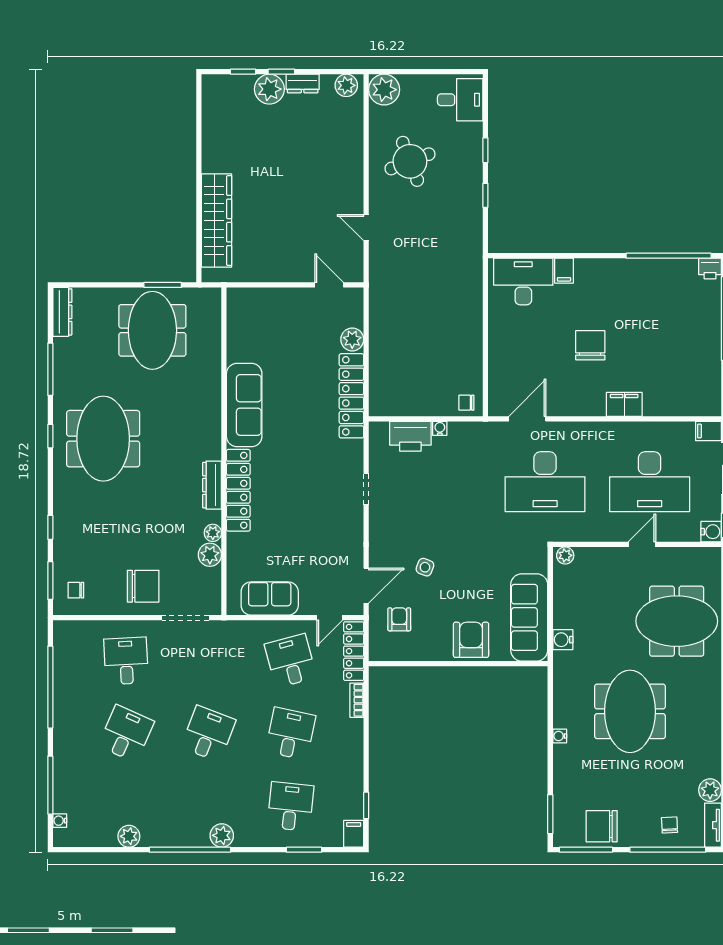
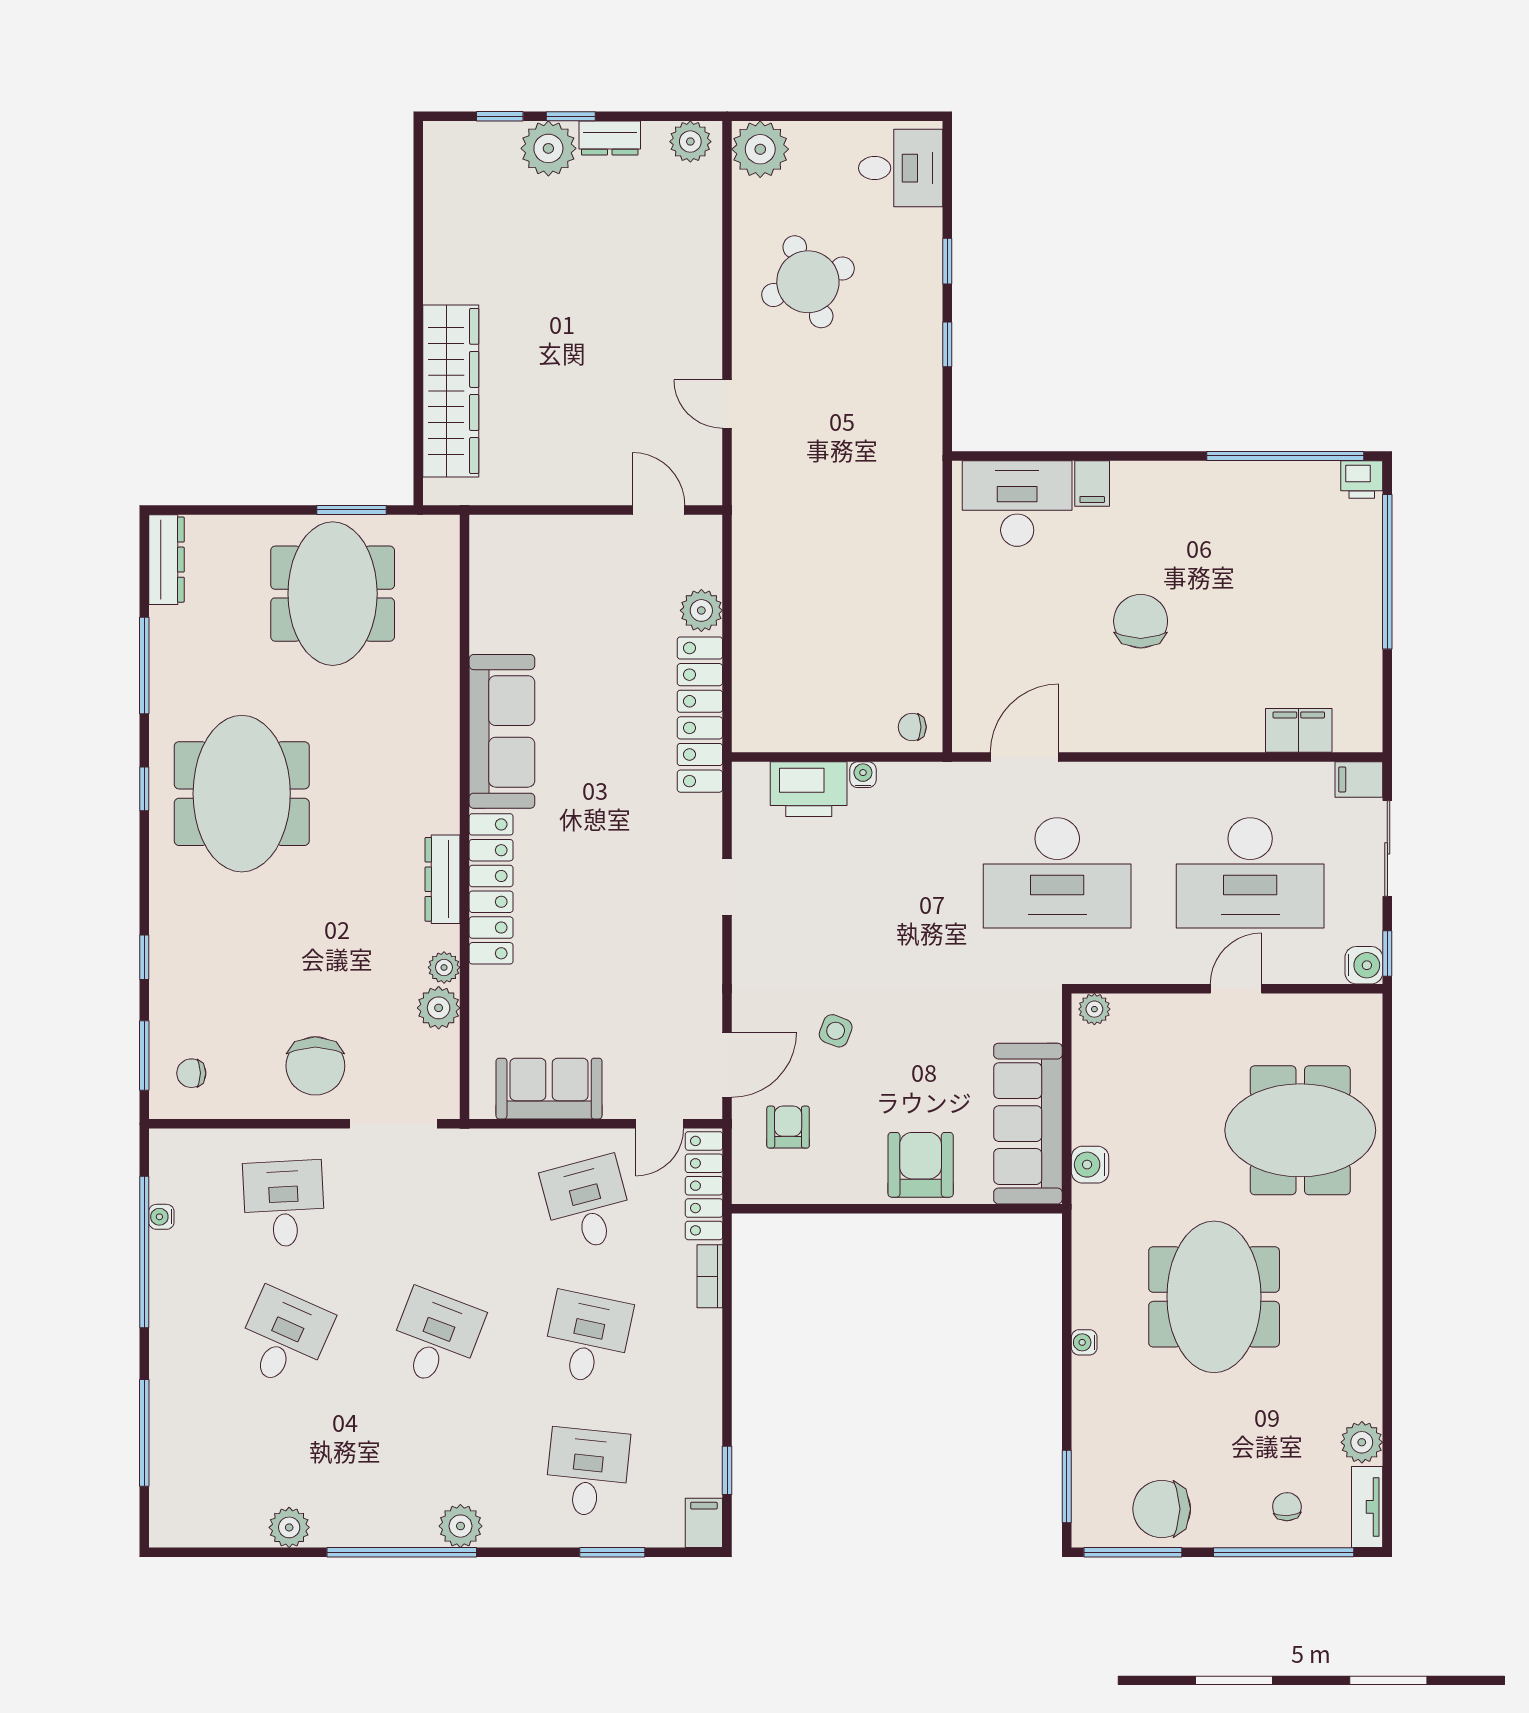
filing cabinet: (624, 404) -> (1299, 730), moved
chair: (143, 586) -> (315, 1066), turned 90
water cooler: (60, 821) -> (161, 1217), moved

